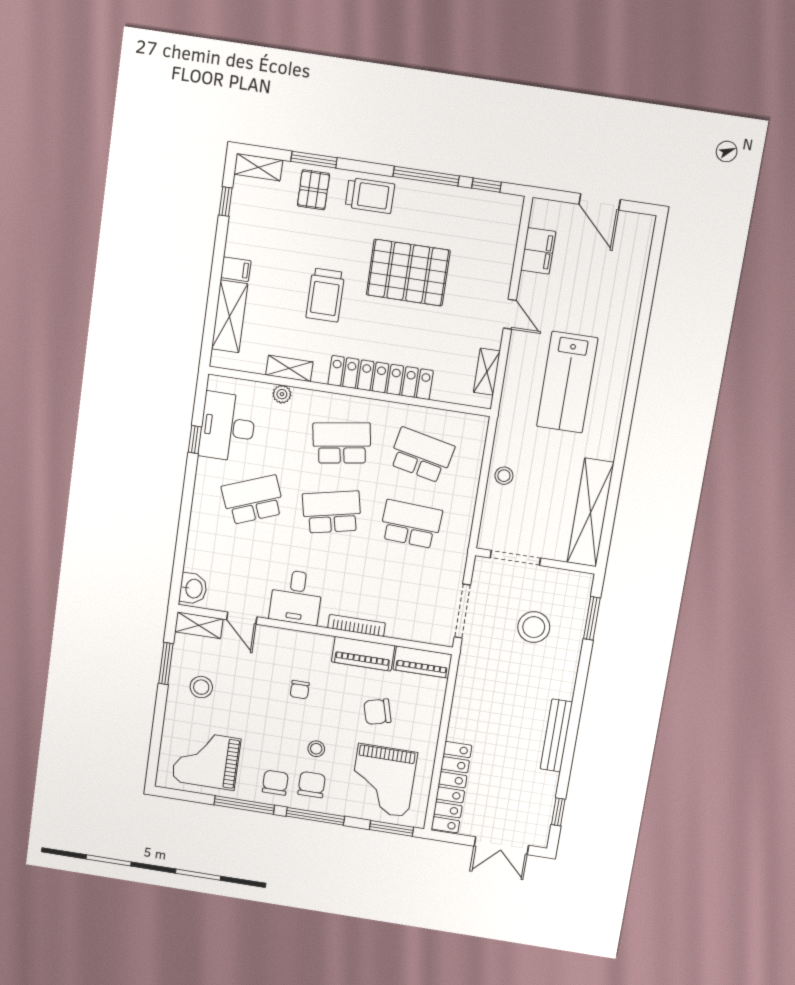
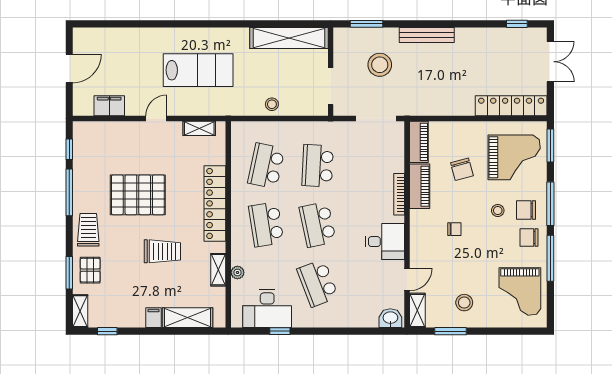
pallet: (313, 190) -> (90, 270), turned 90
pallet: (408, 273) -> (138, 195), turned 90
bench: (556, 735) -> (427, 35), moved

